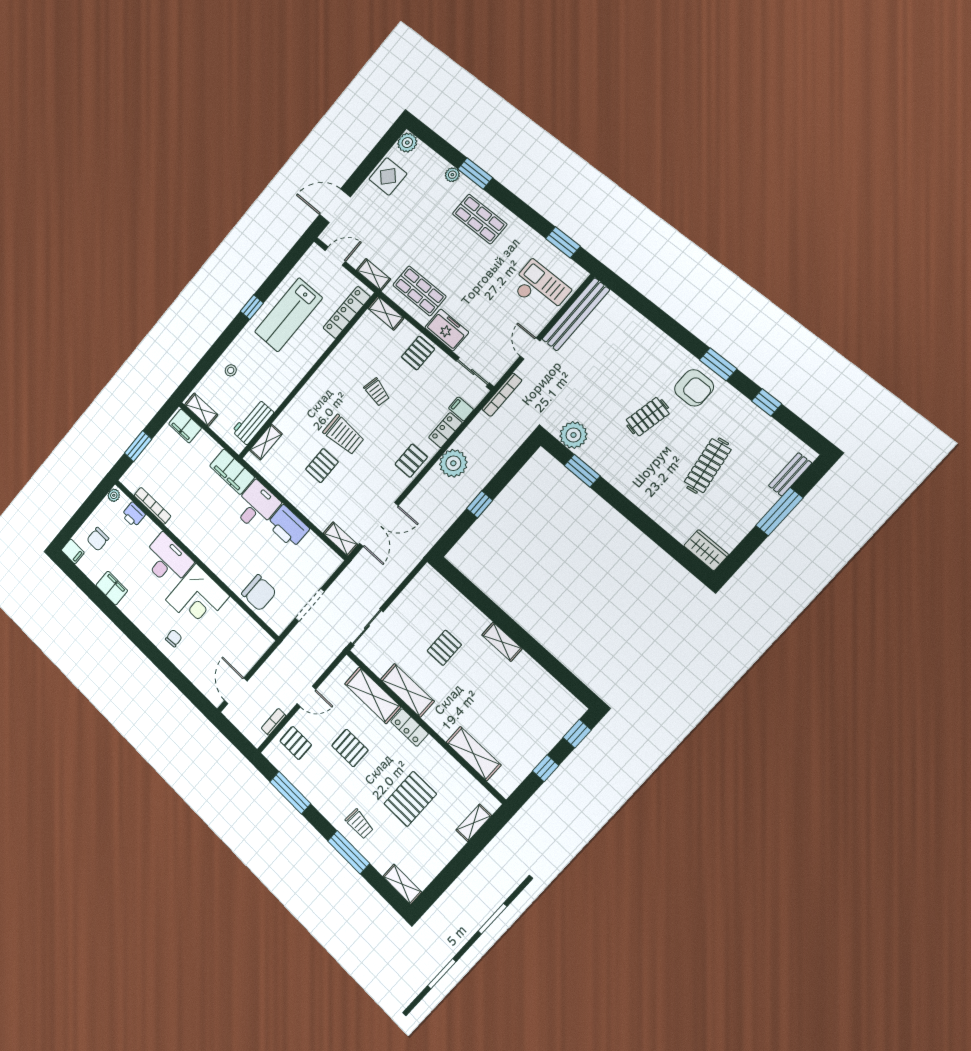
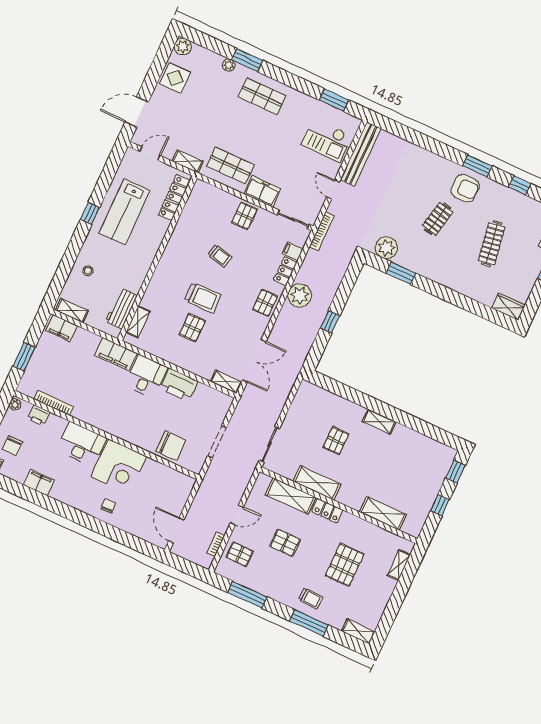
checkout: (540, 288) -> (327, 140), turned 180
shelving: (386, 313) -> (208, 190), removed

